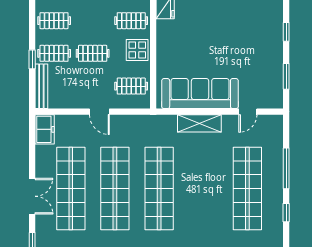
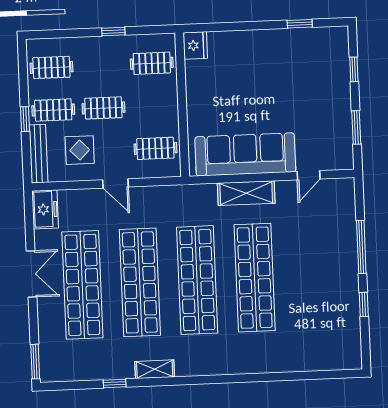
display table: (137, 50) -> (80, 150), moved
shop shelf: (247, 188) -> (255, 278), moved
double door: (32, 196) -> (32, 274), moved

